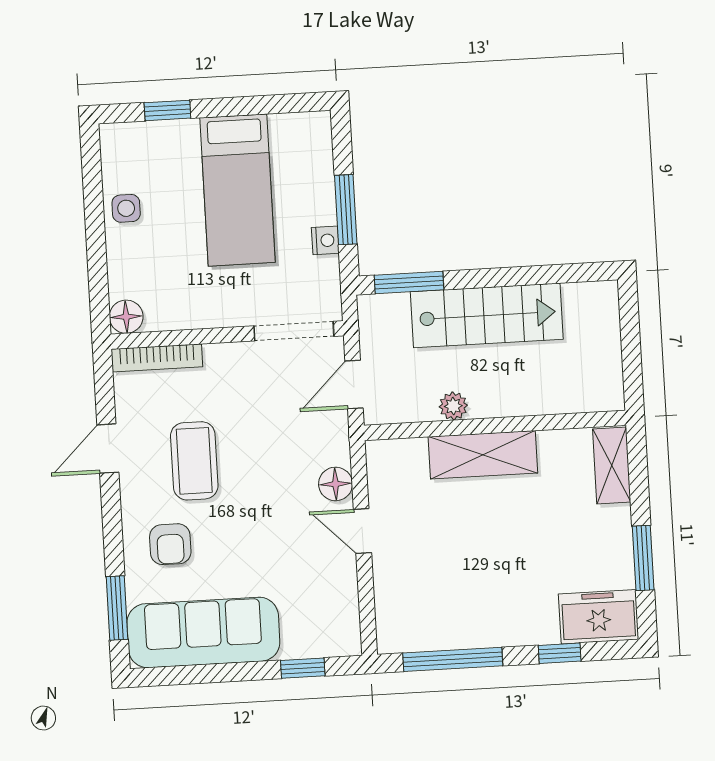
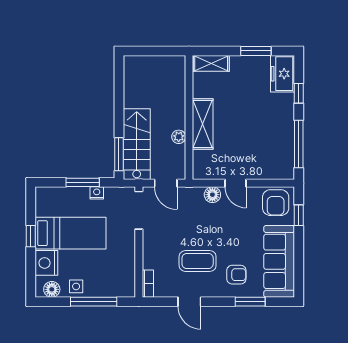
window: (167, 110) -> (31, 236), moved
nightstand: (172, 143) -> (46, 263), added
window: (96, 247) -> (94, 302), added
stairs: (487, 315) -> (137, 144), moved
floor lamp: (126, 317) -> (52, 289), moved
bookcase: (157, 358) -> (148, 284), width x0.64
door: (362, 531) -> (235, 183), hinge flipped
window: (117, 608) -> (250, 302), moved
armchair: (327, 618) -> (276, 203), added

